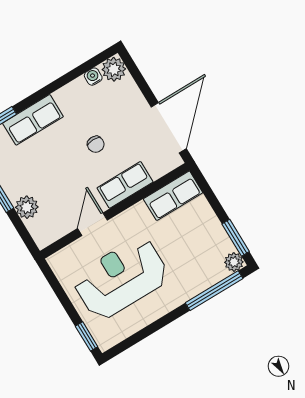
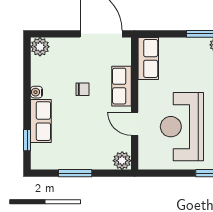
water cooler: (93, 77) -> (36, 92), moved
plant: (27, 207) -> (122, 161), moved

